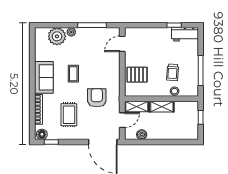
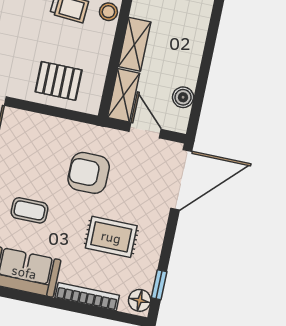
pallet: (137, 75) -> (59, 81), turned 90

